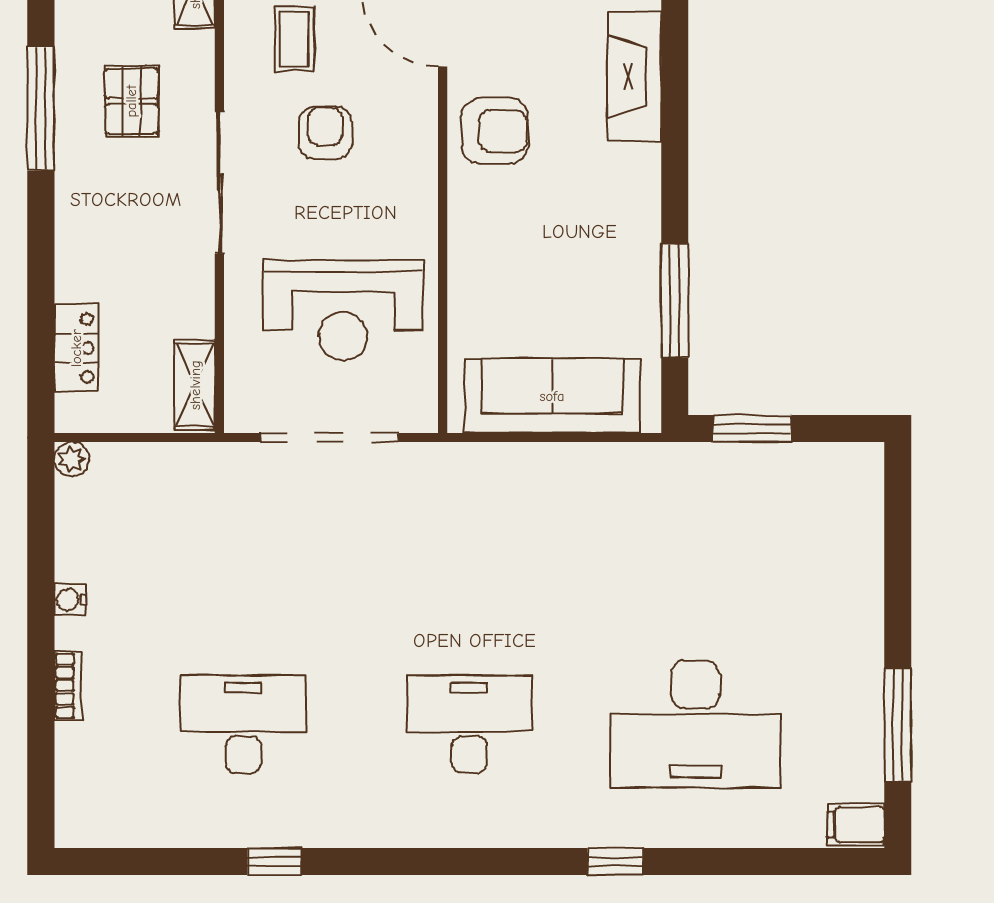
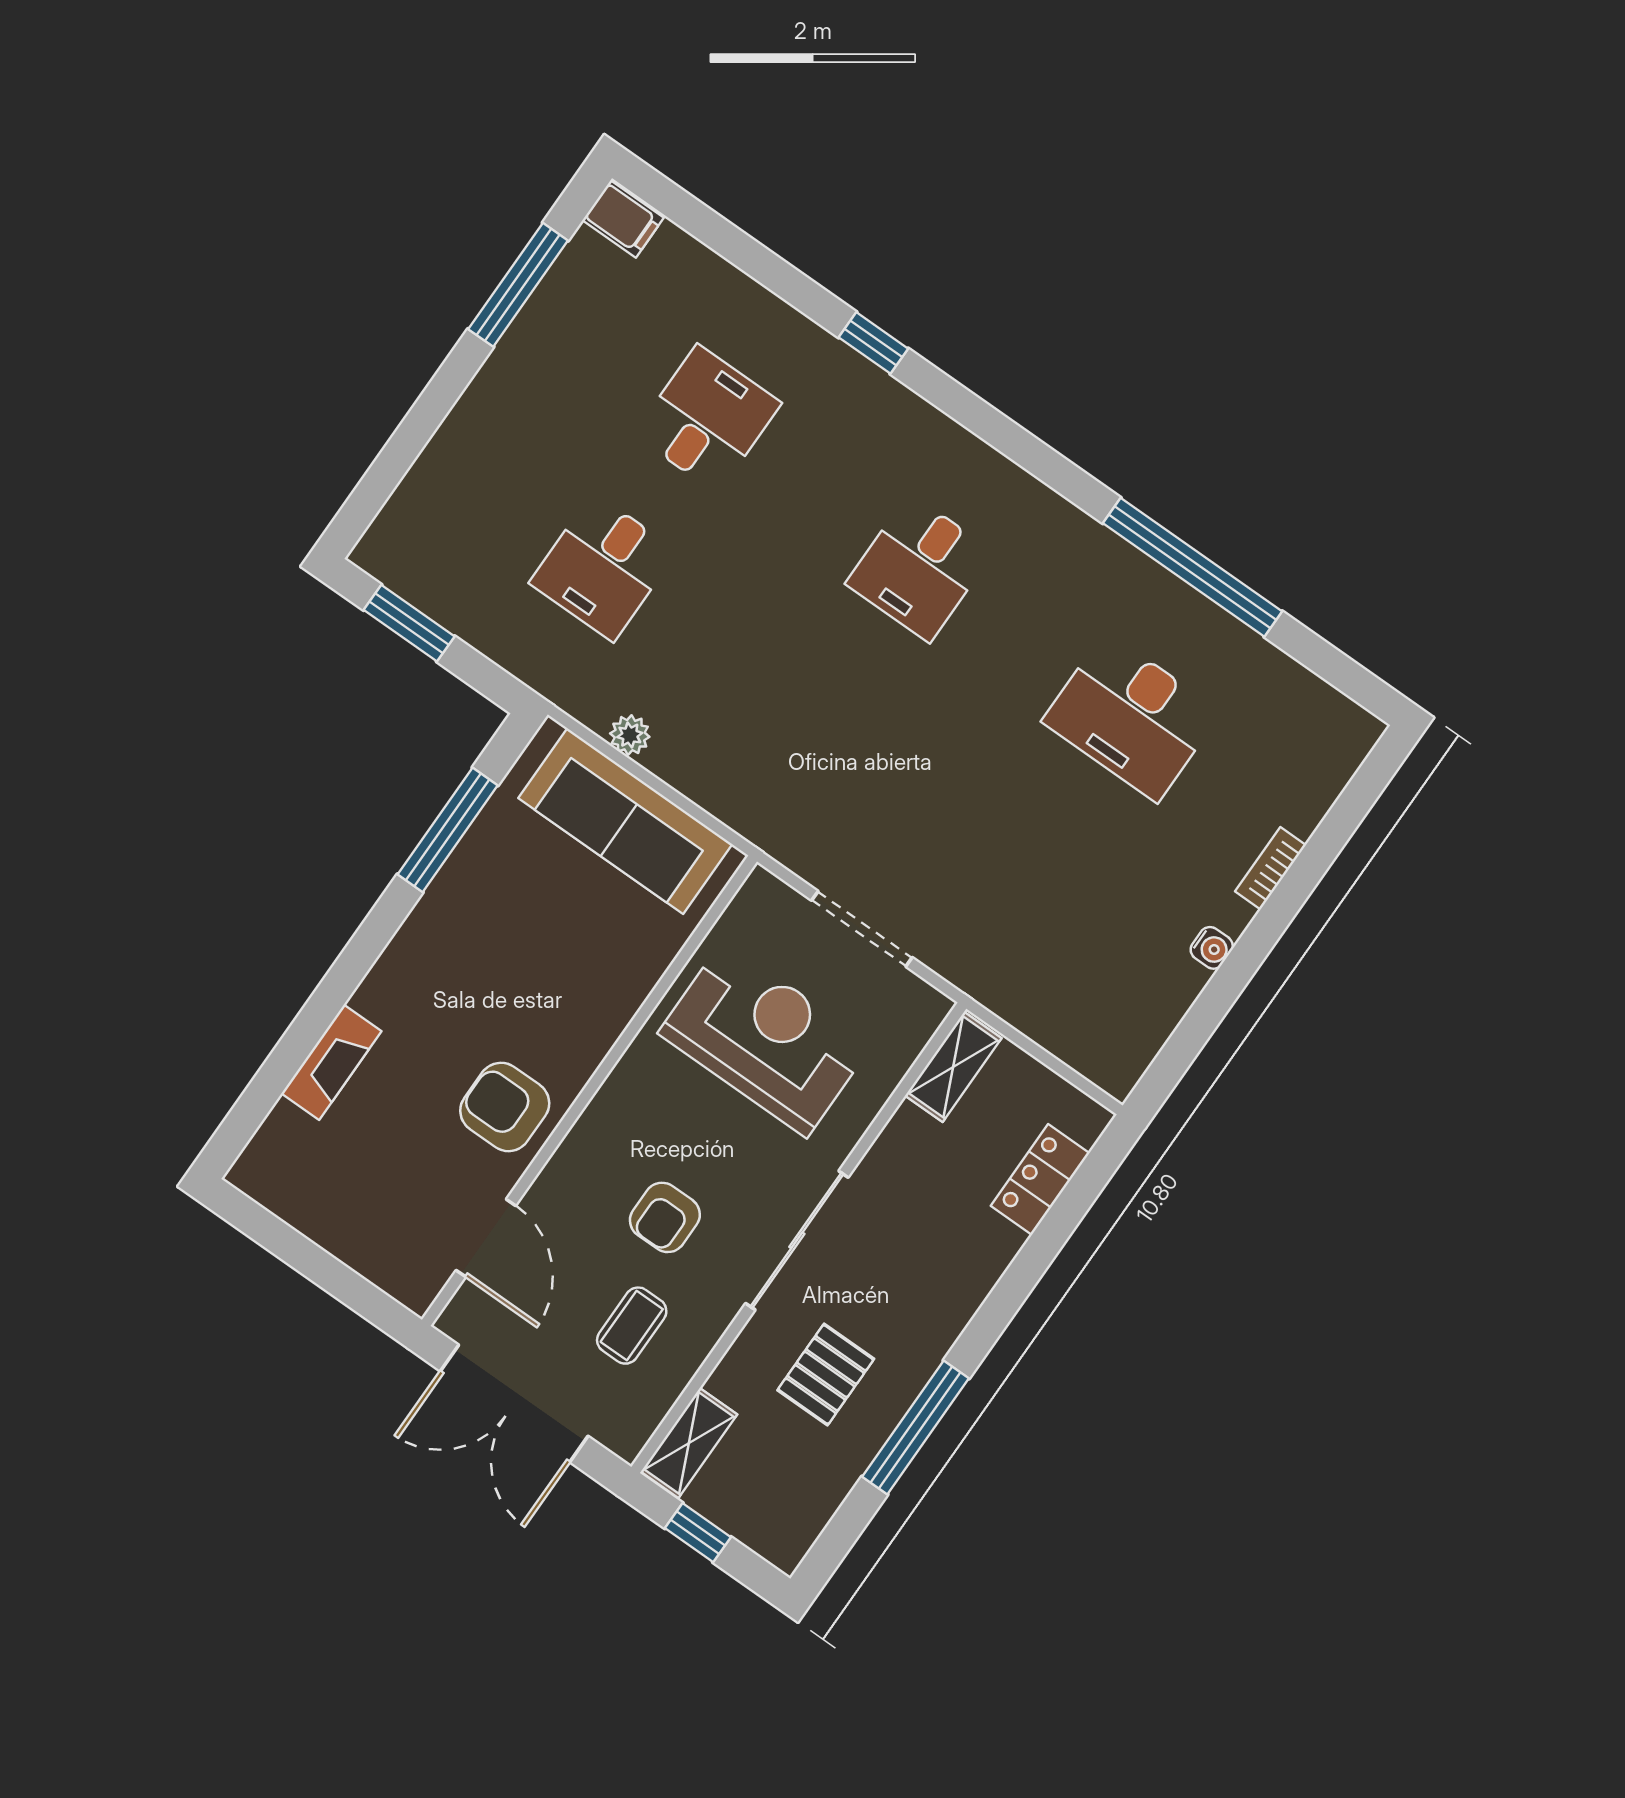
fireplace: (635, 76) -> (331, 1062), width x0.73, depth x0.76
window: (752, 429) -> (409, 623), moved
doorway: (329, 437) -> (862, 929), width x0.73
plant: (72, 459) -> (630, 735), moved
desk: (695, 566) -> (603, 567), added
desk: (469, 724) -> (919, 568), width x0.73
desk: (695, 724) -> (707, 419), width x0.53, depth x0.77
window: (275, 861) -> (1193, 567), width x3.17

